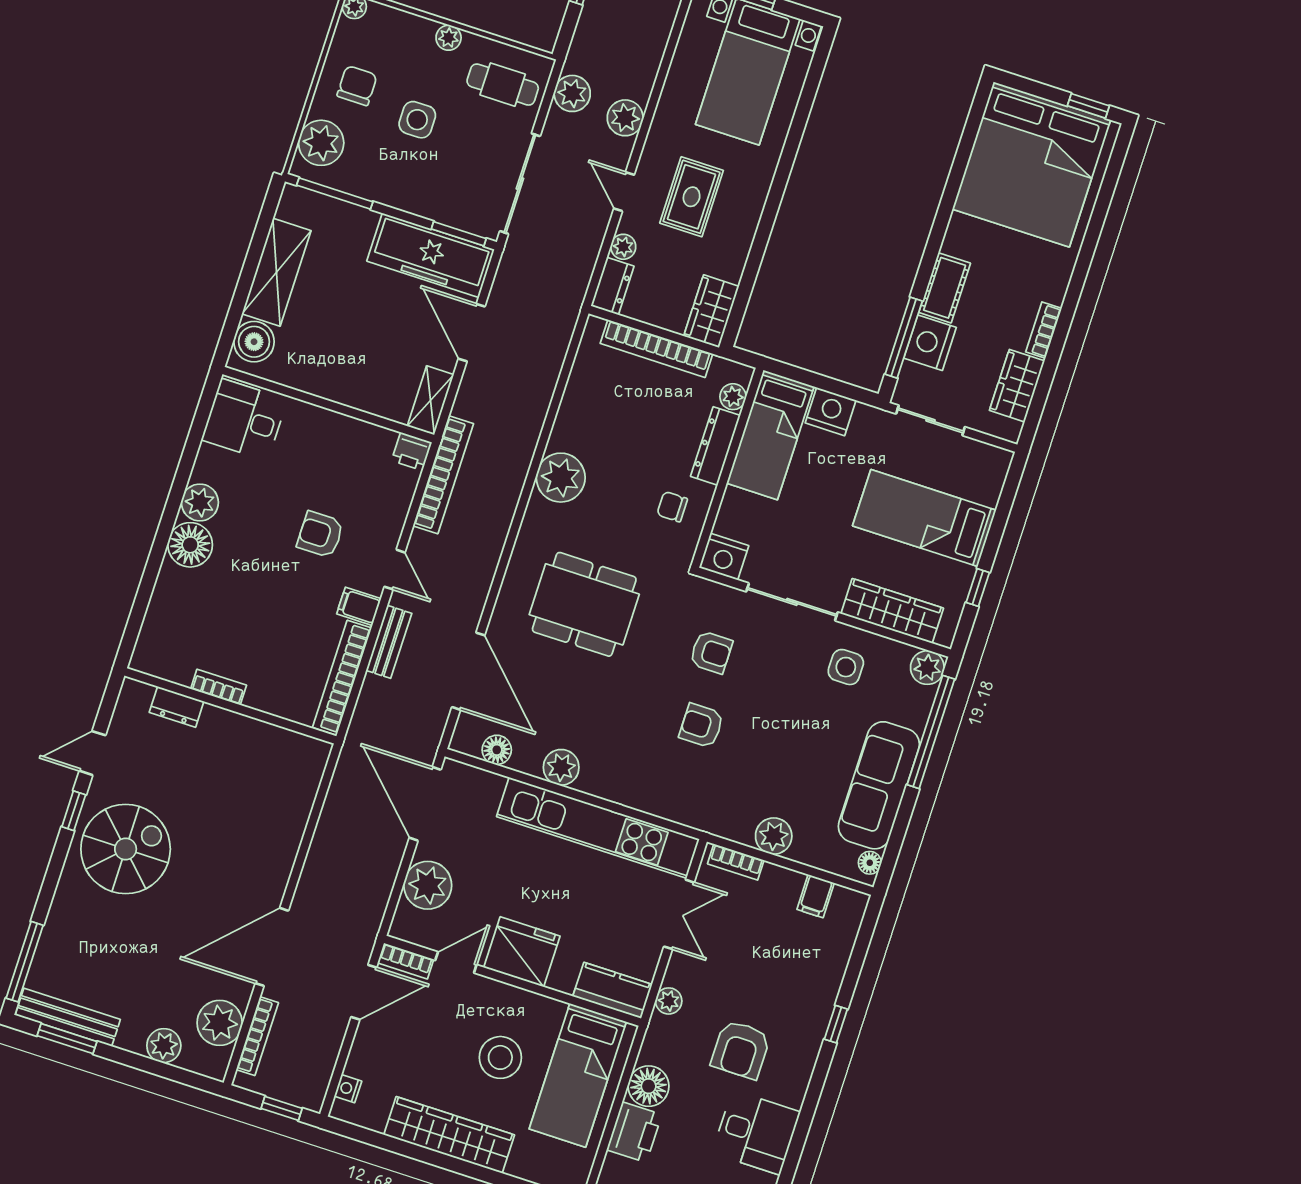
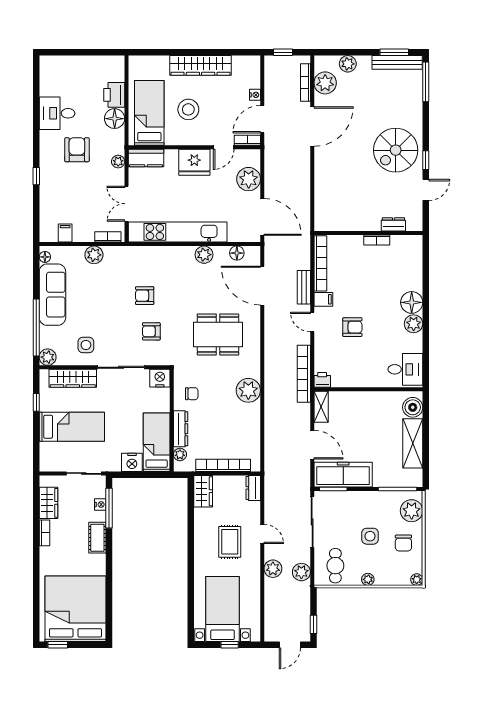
cafe table: (503, 85) -> (335, 566), turned 90
plant: (623, 247) -> (254, 508), removed
nightstand: (930, 343) -> (100, 504), width x0.53, depth x0.56
armchair: (701, 726) -> (145, 296), turned 180
nightstand: (348, 1089) -> (255, 95), moved

